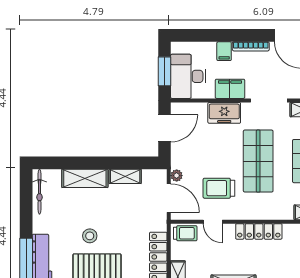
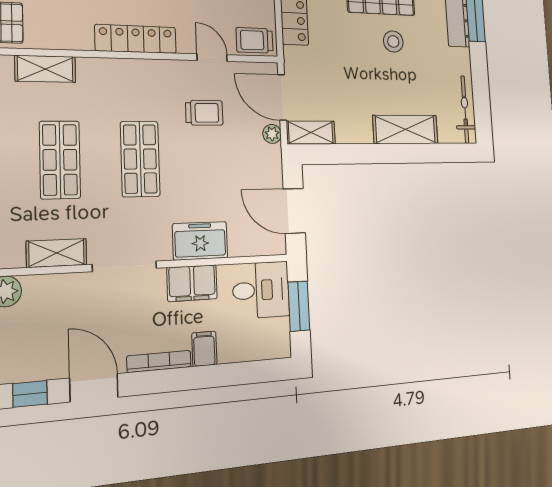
desk: (188, 76) -> (261, 290), width x0.73
door: (164, 128) -> (294, 211), hinge flipped
shop shelf: (258, 161) -> (140, 159), width x0.70, depth x0.74
shelving: (125, 176) -> (311, 133), moved
trolley: (219, 188) -> (204, 113), width x0.73, depth x0.72

